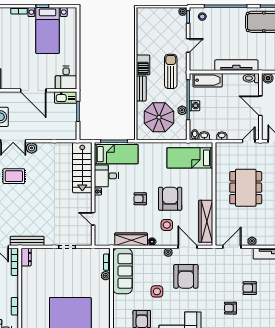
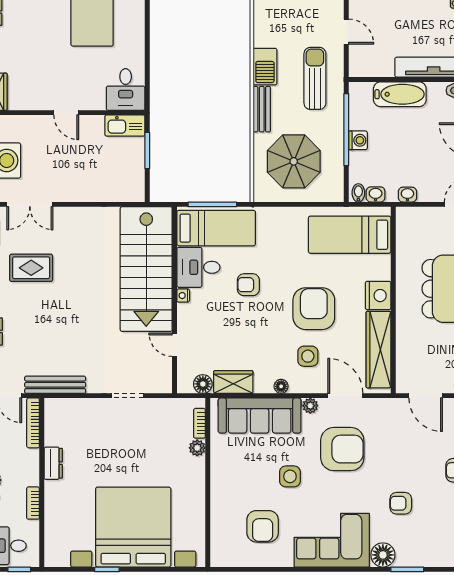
door: (188, 46) -> (346, 32), hinge flipped
bathtub: (208, 80) -> (400, 94), moved
door: (33, 90) -> (66, 113), width x0.53
plant: (182, 110) -> (336, 149), removed
plant: (32, 148) -> (63, 217), removed
stairs: (82, 168) -> (146, 269), width x1.36, depth x1.51
nightstand: (206, 191) -> (378, 296), added
armchair: (140, 199) -> (248, 285), moved
wardrobe: (131, 239) -> (233, 382), width x0.67
floor lamp: (109, 240) -> (203, 384), added
door: (232, 247) -> (426, 396), swing flipped
dresser: (26, 257) -> (53, 463), moved
sofa: (122, 271) -> (260, 416), moved, turned 90
armchair: (186, 276) -> (342, 449), turned -90
armchair: (231, 308) -> (401, 503), moved

